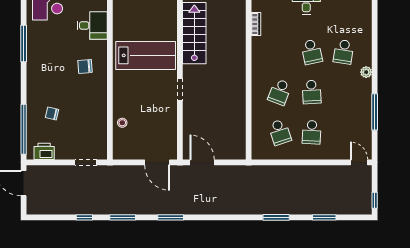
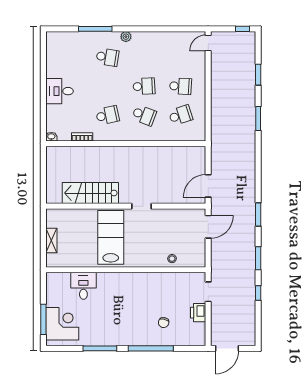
school desk: (312, 52) -> (107, 115), moved
chair: (85, 66) -> (121, 293), removed
window: (375, 112) -> (95, 29), moved
window: (24, 129) -> (151, 348), moved
printer: (44, 151) -> (198, 313), moved

